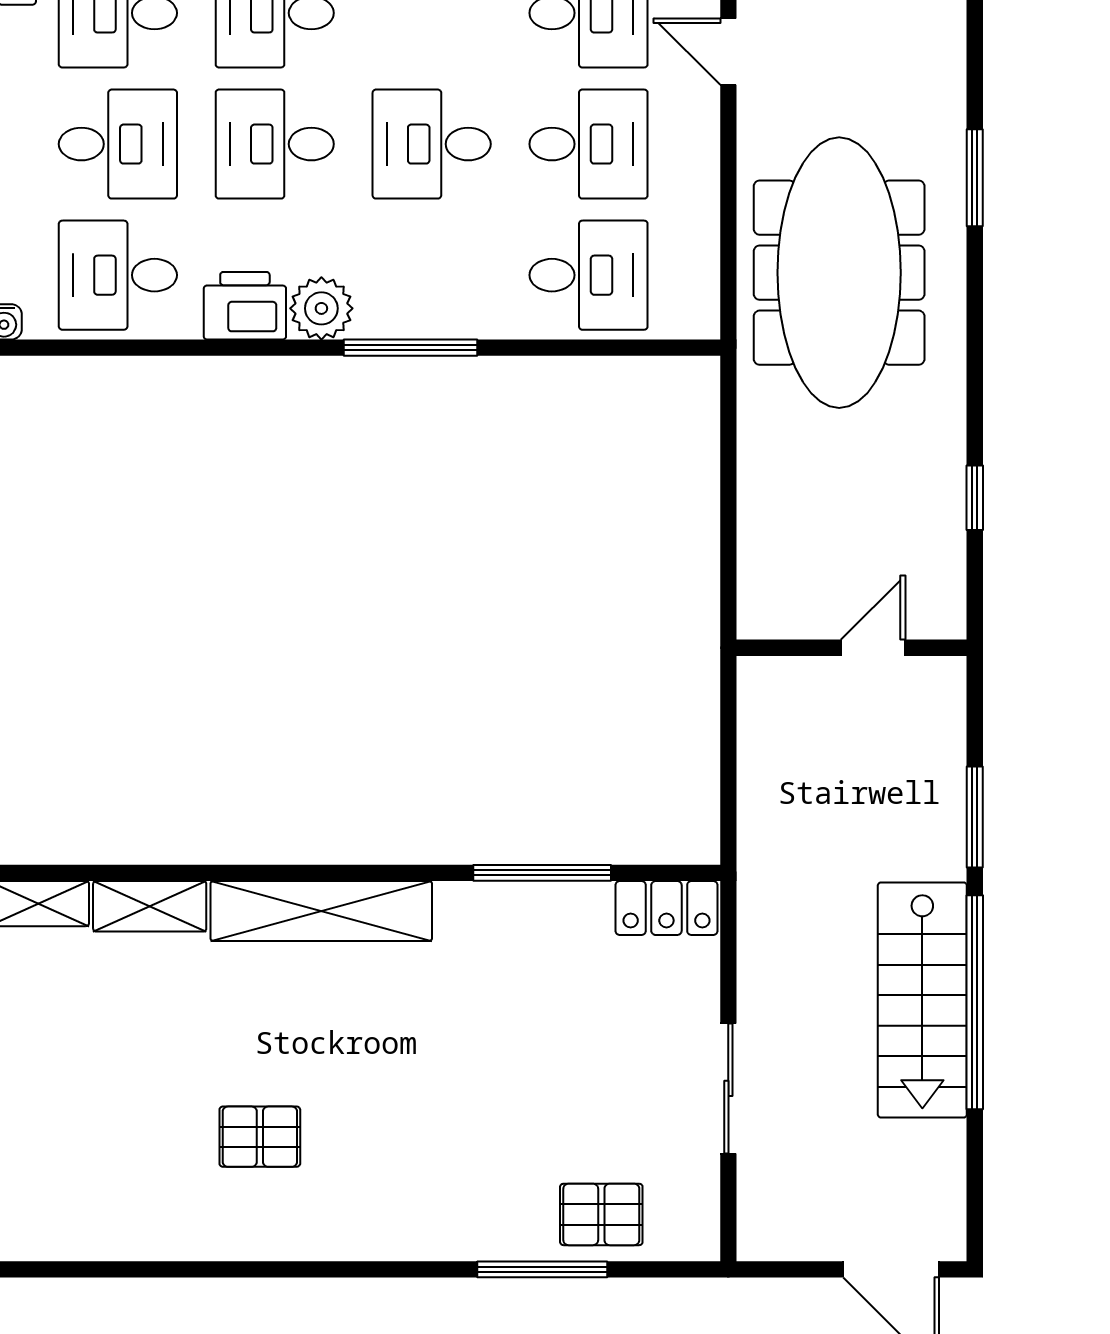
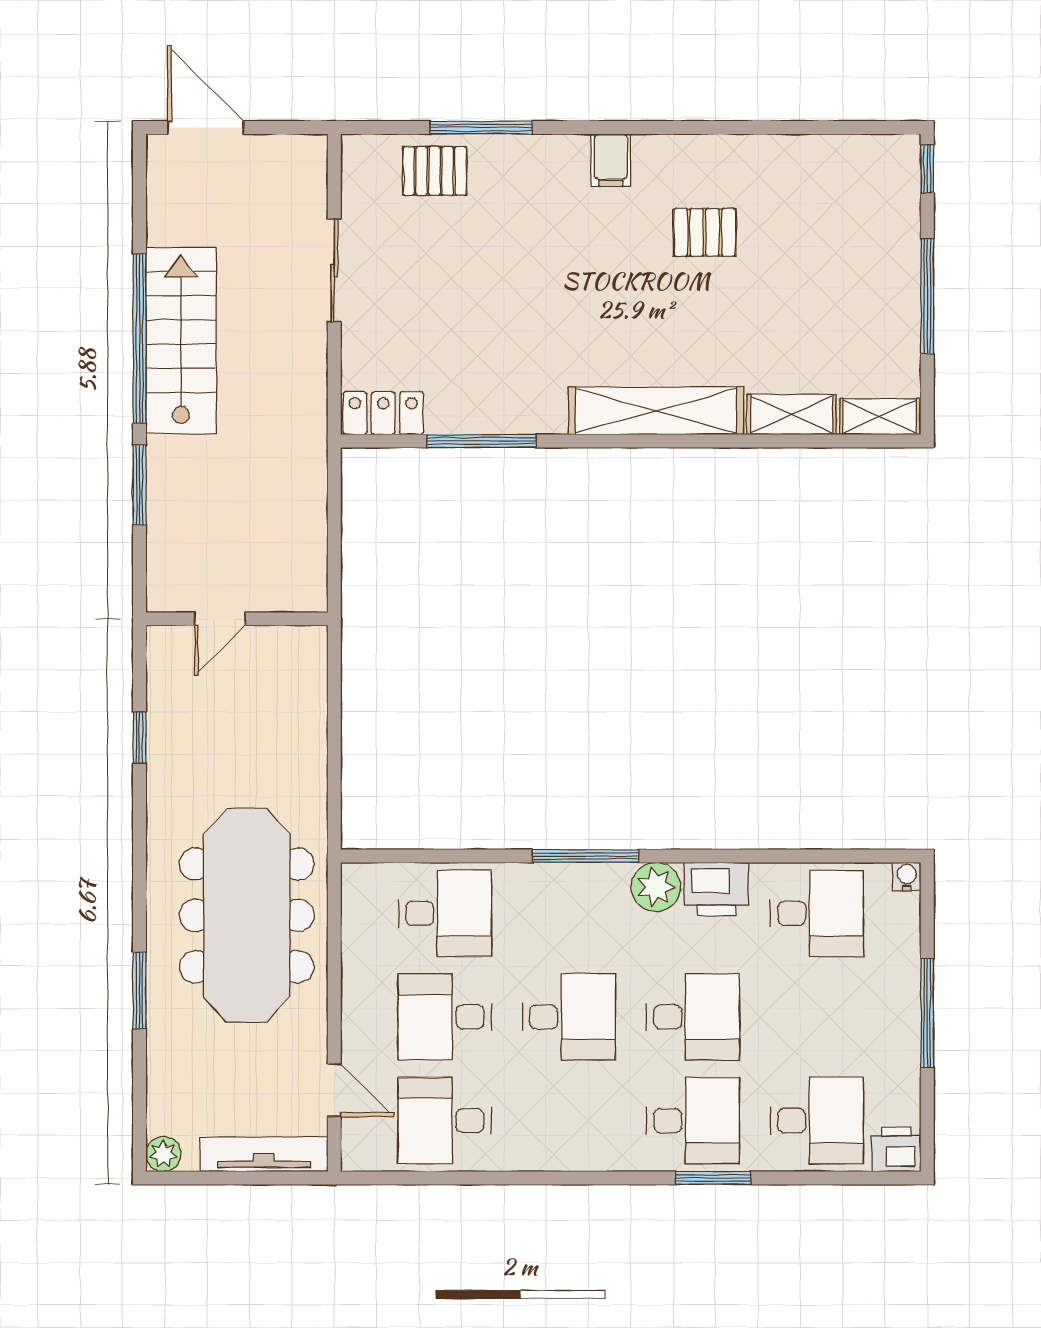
desk: (118, 144) -> (817, 1017), removed
desk: (589, 275) -> (445, 913), turned 180
filing cabinet: (379, 1228) -> (611, 160), added

